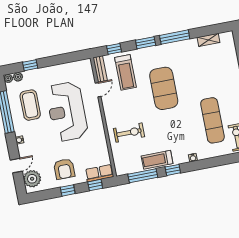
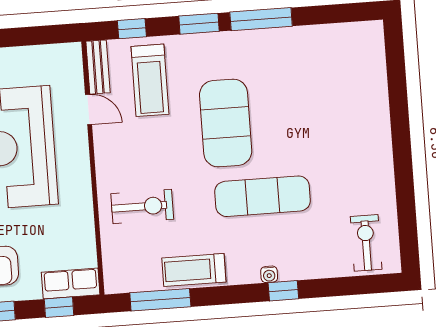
shelving: (208, 40) -> (331, 33), removed
door: (98, 90) -> (89, 110), hinge flipped
exercise mat: (212, 120) -> (263, 196), moved, turned 90
window: (173, 170) -> (283, 291), moved

